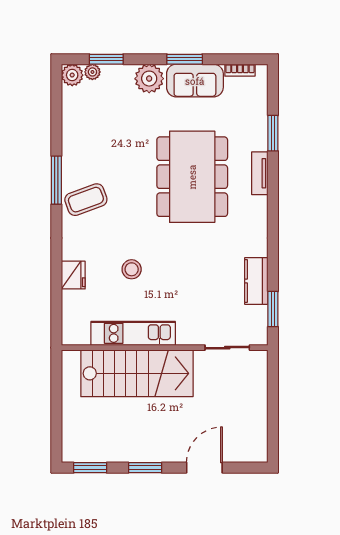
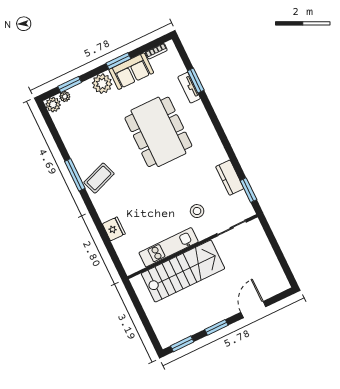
tv unit: (260, 173) -> (189, 88), moved
stool: (132, 269) -> (197, 211), moved

